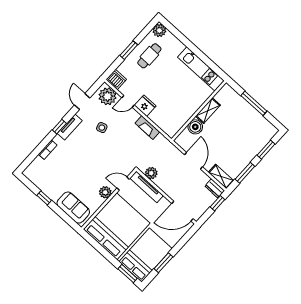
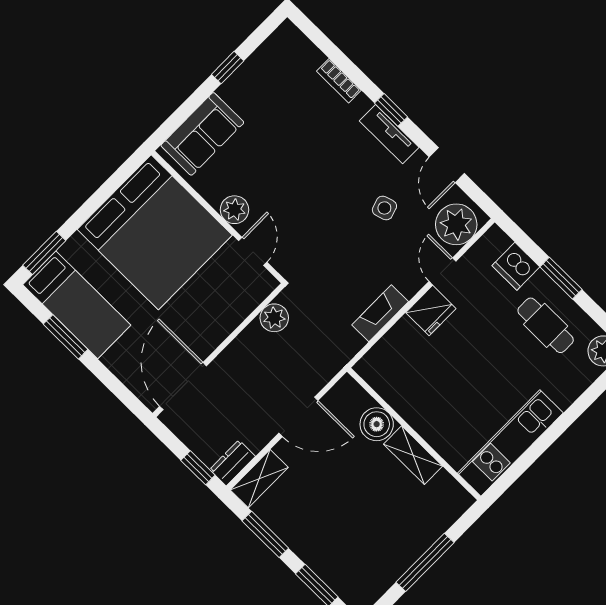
dishwasher: (116, 80) -> (516, 266), moved, turned 90
door: (82, 101) -> (447, 165), swing flipped
tv unit: (146, 187) -> (243, 305), removed
bed: (146, 255) -> (77, 305), width x0.67

